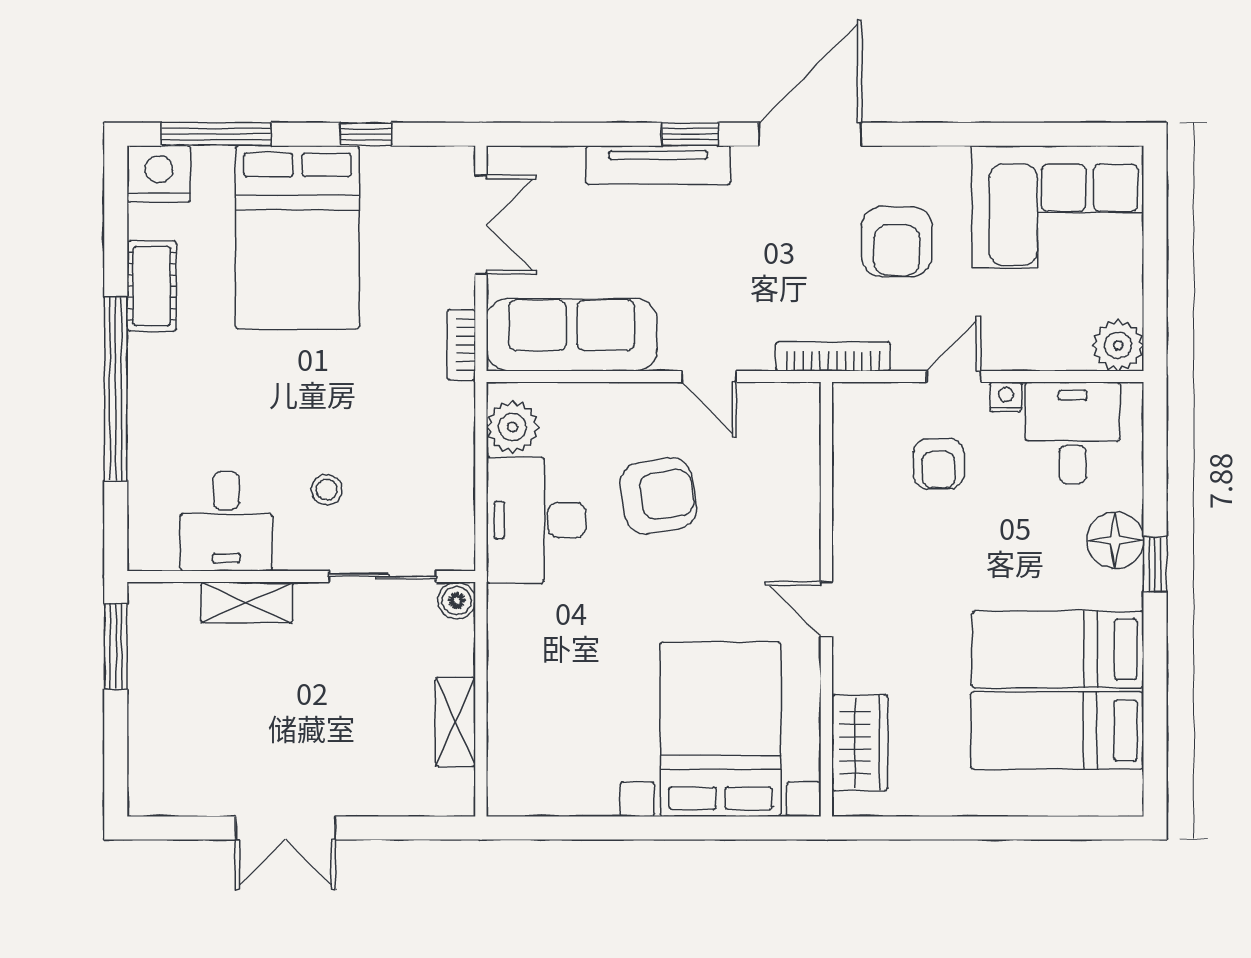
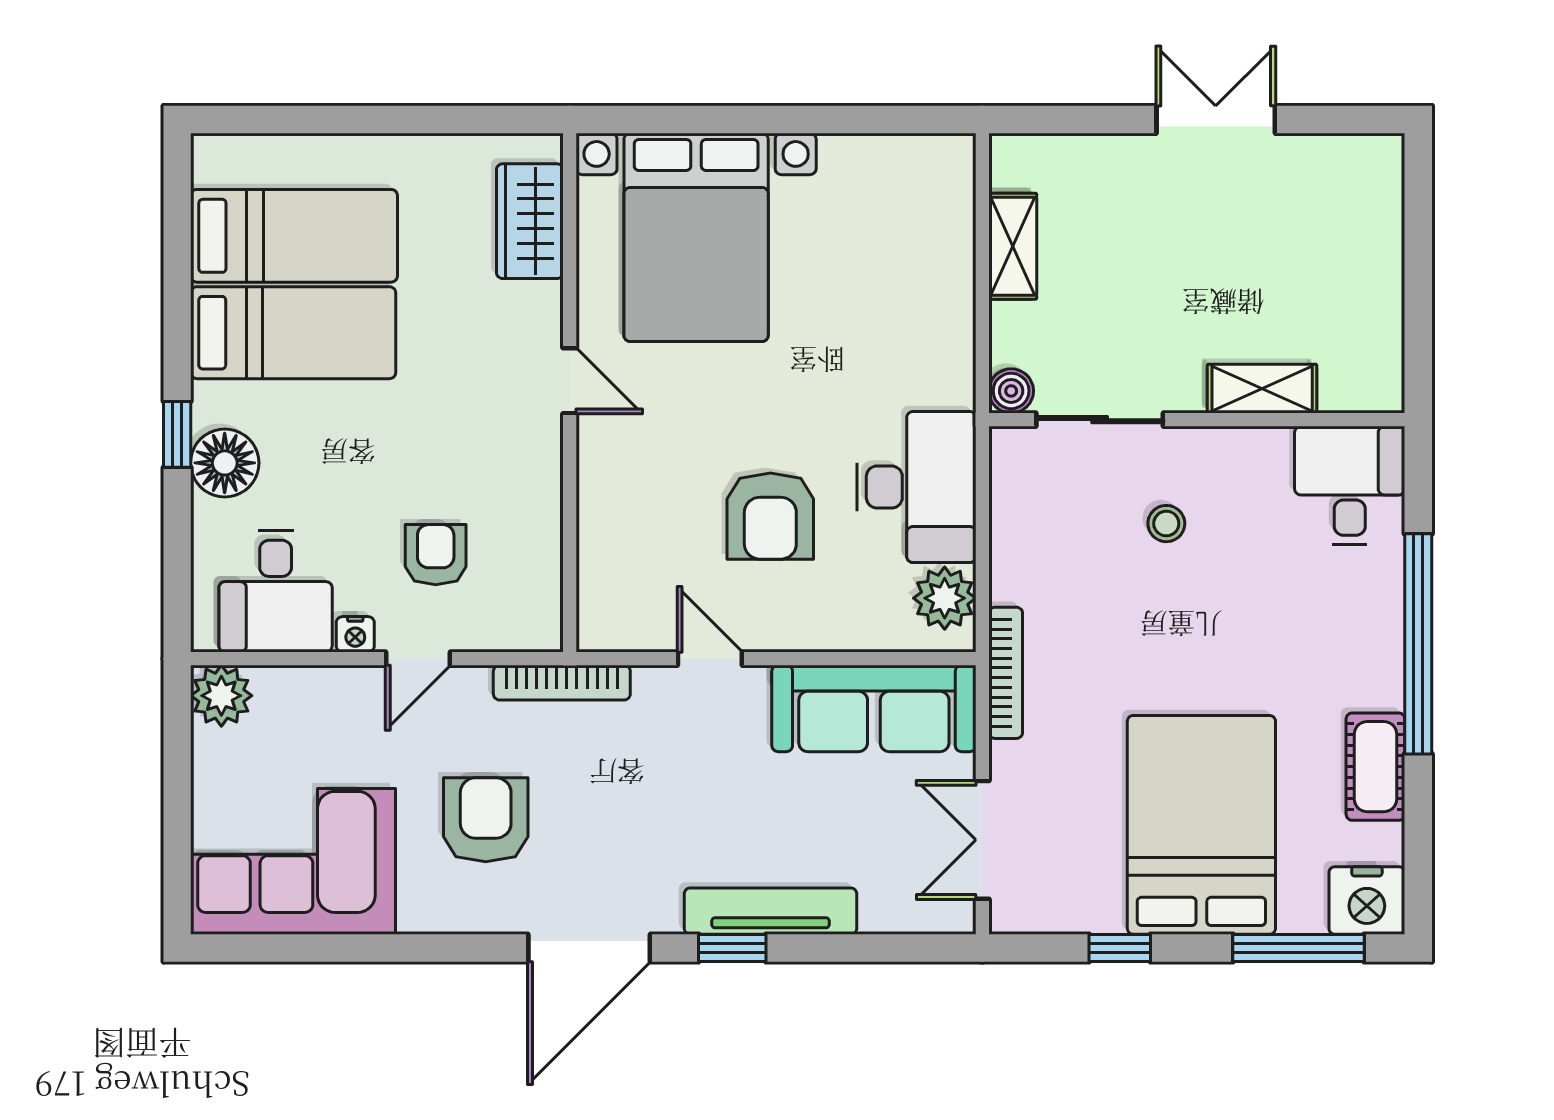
bookcase: (461, 345) -> (1006, 673), width x1.56
armchair: (658, 496) -> (770, 516), turned -81
desk: (226, 521) -> (1350, 486), moved
window: (116, 646) -> (1418, 336), removed

